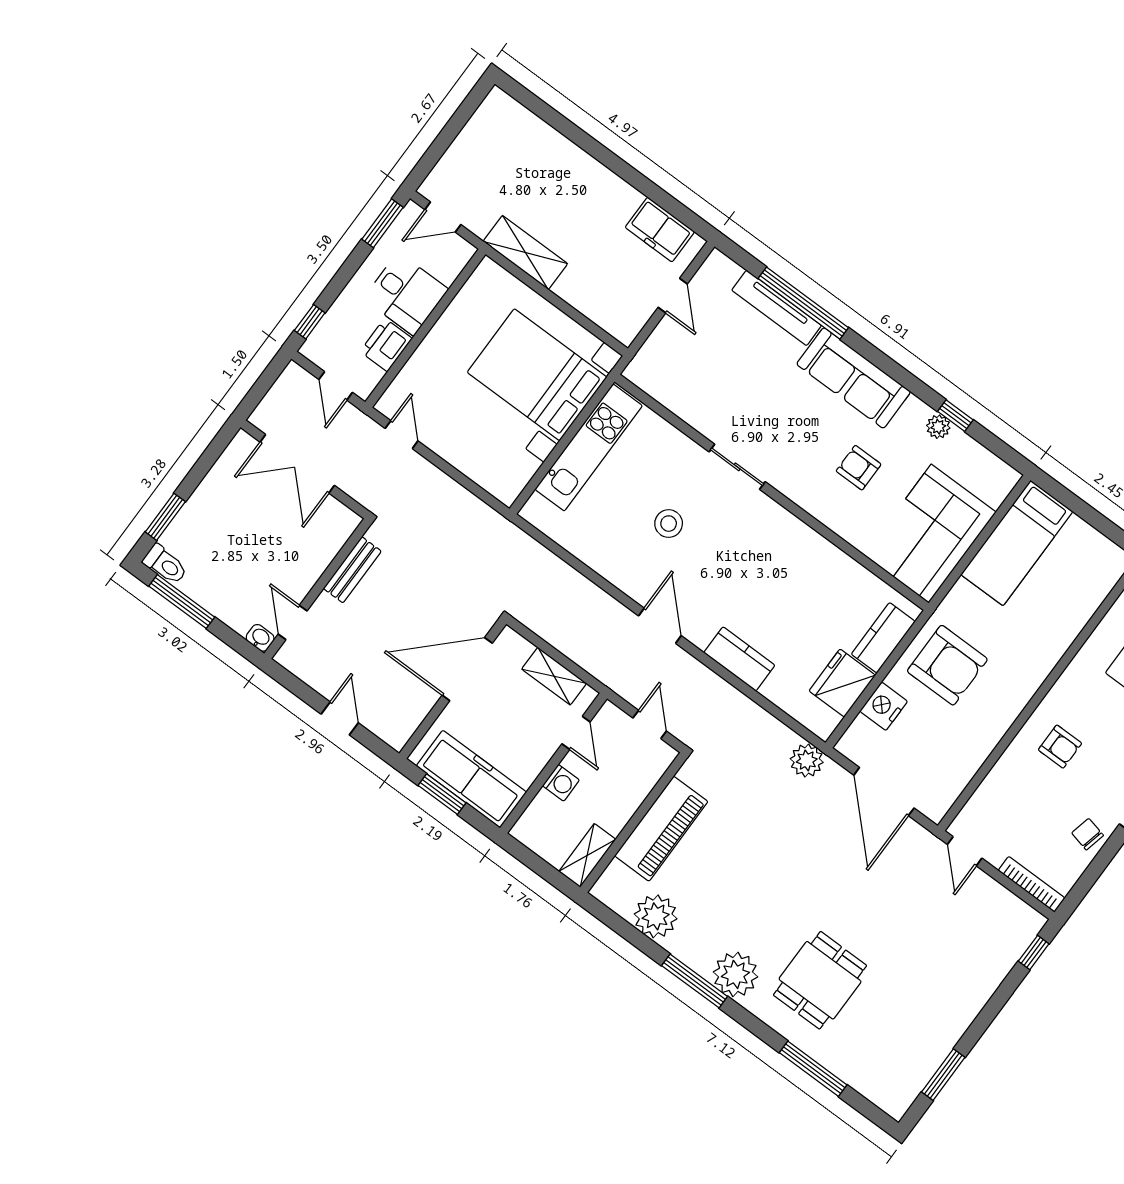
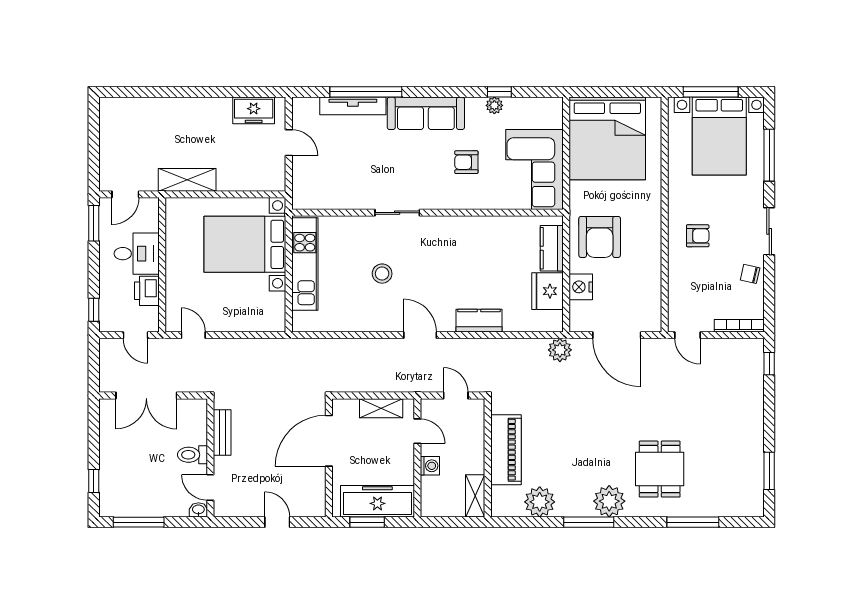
window: (165, 517) -> (94, 481), width x0.67
bed: (1017, 543) -> (607, 138), width x2.04
toilet: (165, 564) -> (192, 455), moved, turned 180
armchair: (947, 665) -> (600, 237), turned 90

